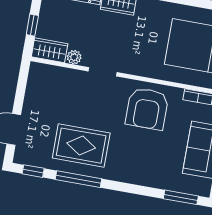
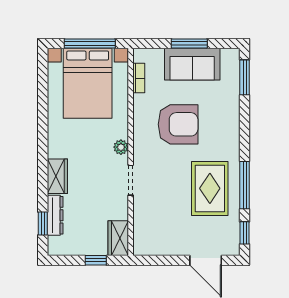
plant: (74, 57) -> (121, 147), moved
armchair: (147, 109) -> (178, 124), moved

